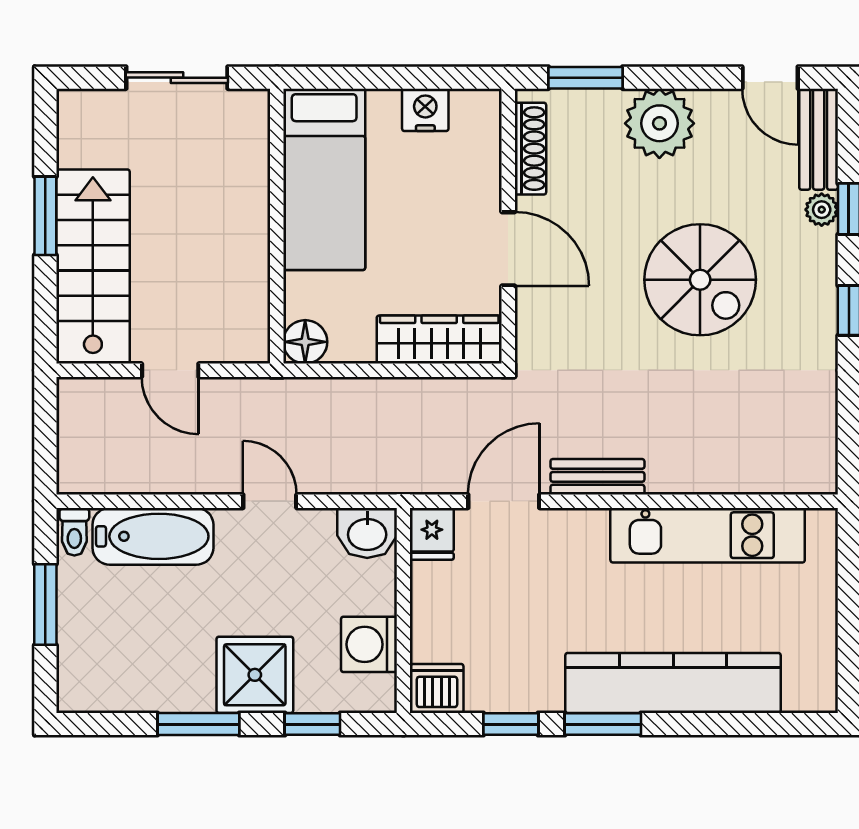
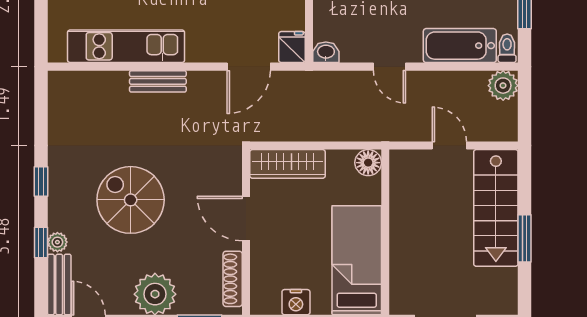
plant: (81, 470) -> (503, 86), added
bench: (597, 477) -> (158, 81), moved
washbasin: (367, 533) -> (326, 52), width x0.72, depth x0.69

